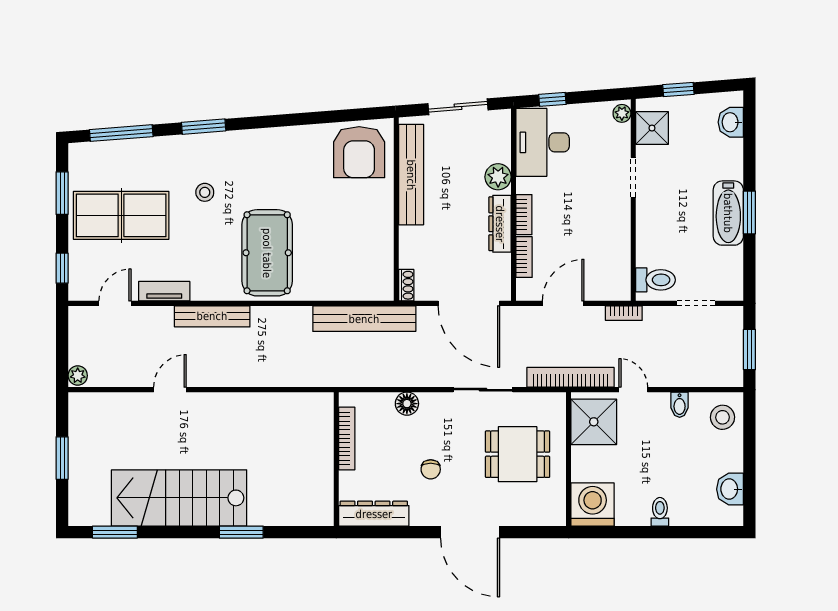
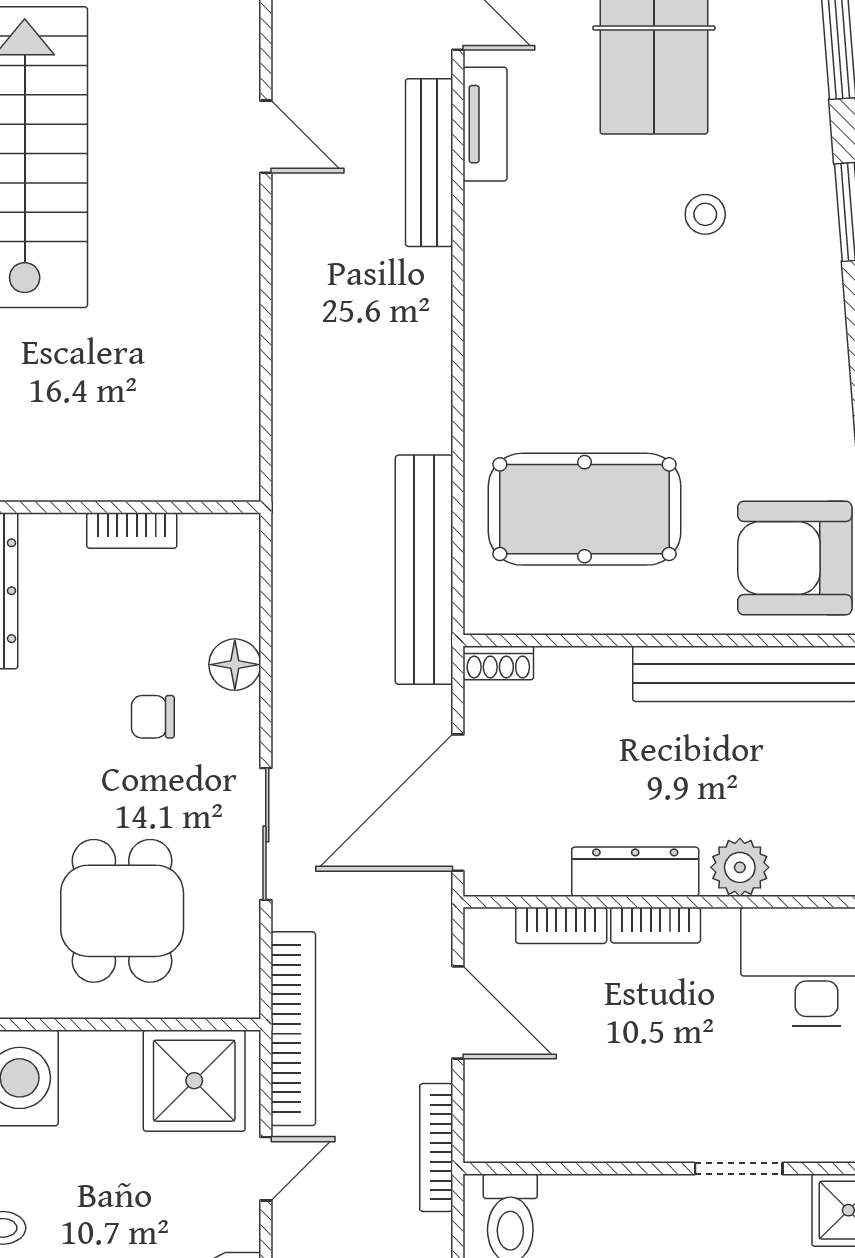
pool table: (267, 253) -> (585, 509), moved
bookcase: (624, 313) -> (436, 1147), width x1.56
bench: (212, 316) -> (429, 163), moved
bookcase: (347, 439) -> (132, 530), width x0.64
chair: (431, 469) -> (153, 717), moved

